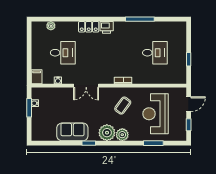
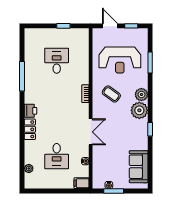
desk: (63, 53) -> (57, 156), turned 180
sofa: (72, 132) -> (139, 167), moved

